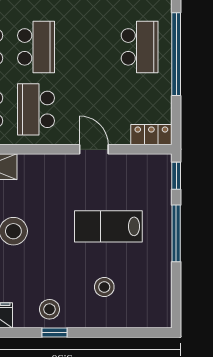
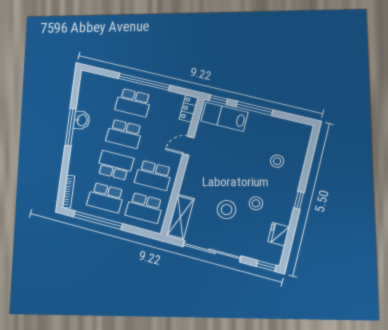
school desk: (88, 47) -> (124, 134), added
school desk: (140, 47) -> (133, 103), turned 180
lab bench: (108, 226) -> (224, 117), moved, turned 90
stool: (49, 309) -> (256, 203), moved

